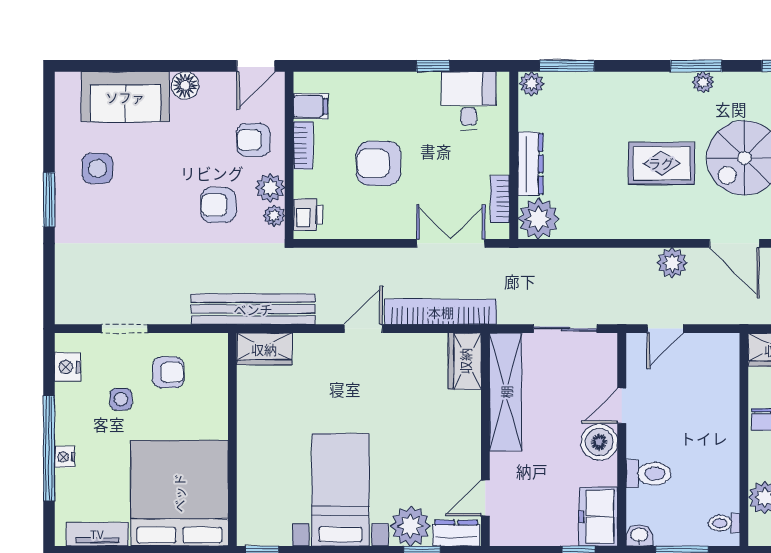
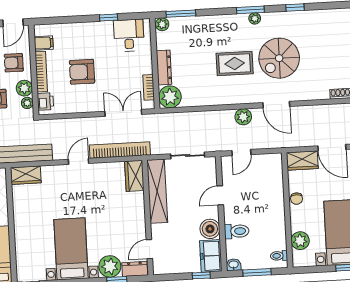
bookcase: (303, 145) -> (41, 72), width x1.56
boiler: (599, 442) -> (210, 229), moved

